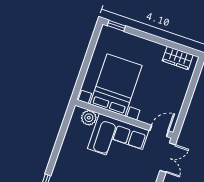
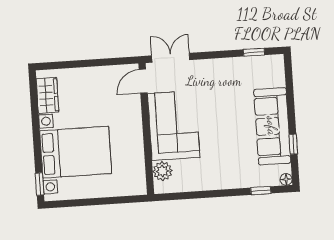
bed with nightstands: (116, 85) -> (76, 152), moved, turned 180
door: (159, 131) -> (143, 81), hinge flipped

